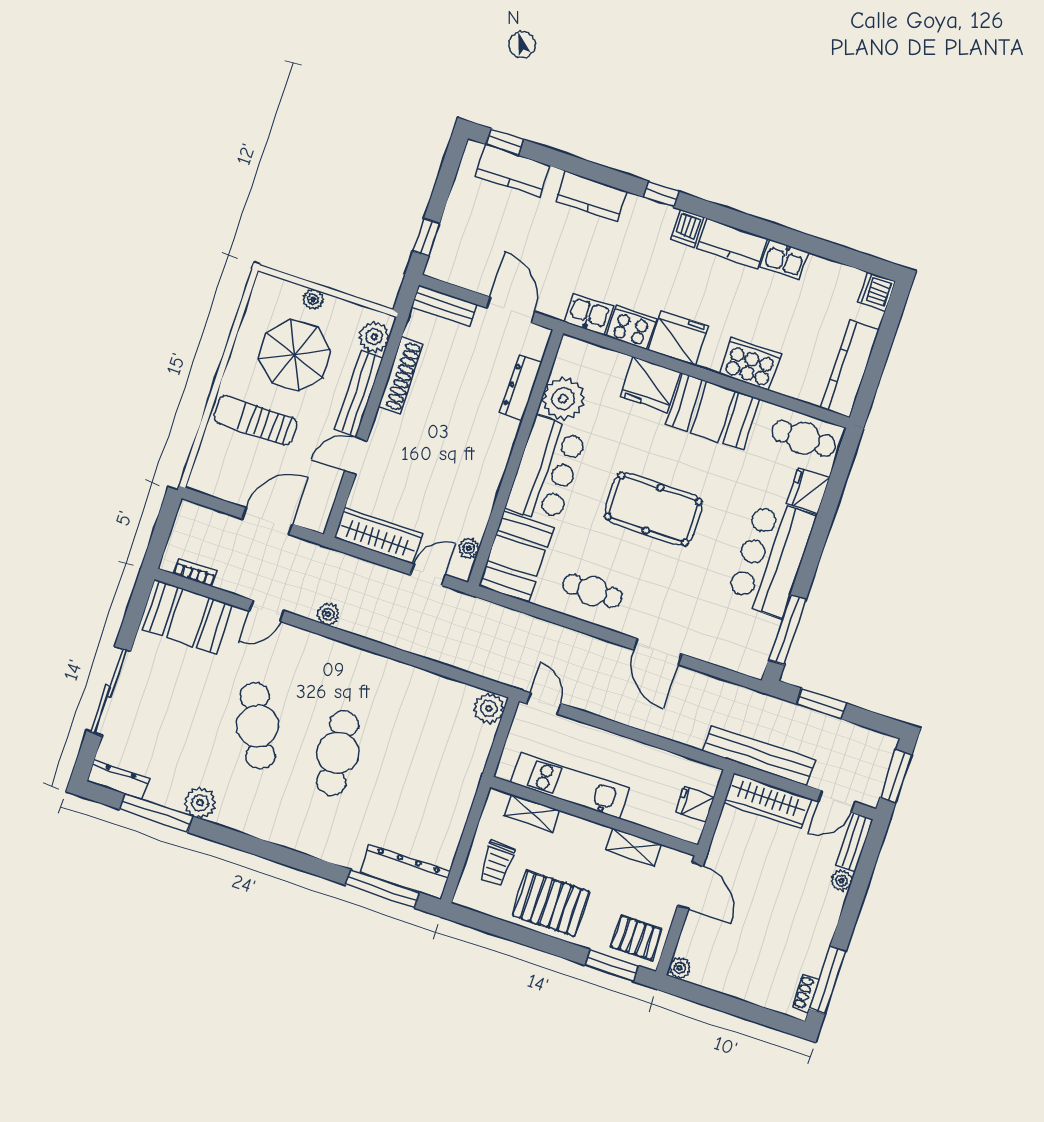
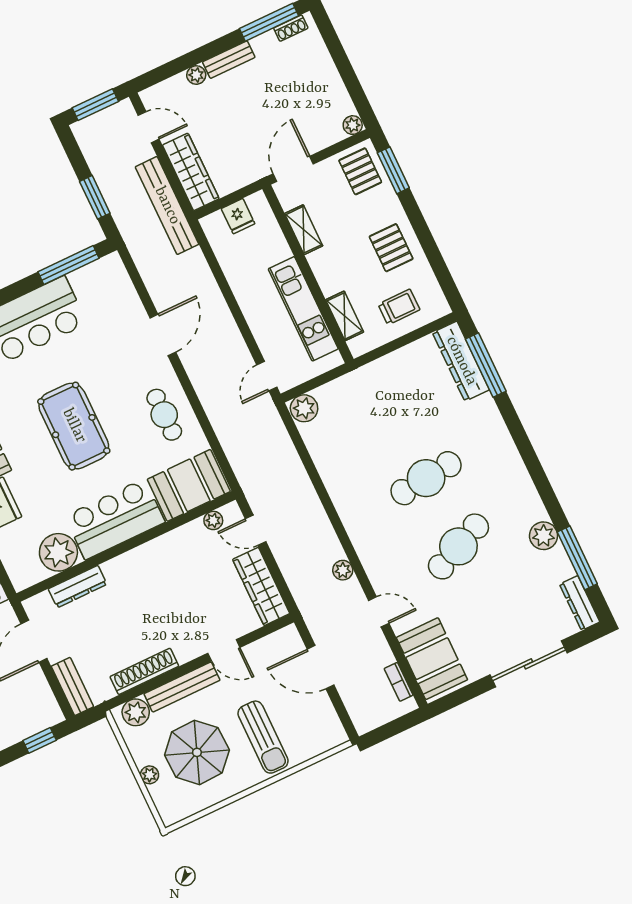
bench: (854, 842) -> (229, 60), moved
pallet: (551, 904) -> (391, 248), width x0.67, depth x0.71

